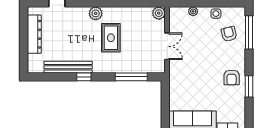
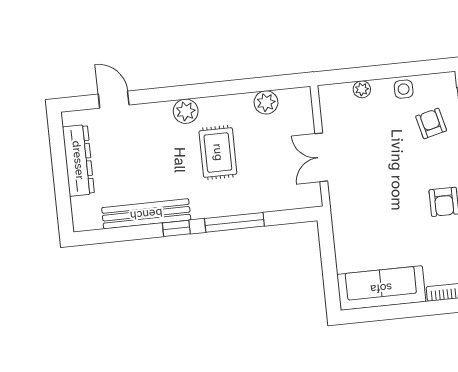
plant: (159, 13) -> (266, 102), moved
double door: (167, 46) -> (321, 157), swing flipped
window: (131, 77) -> (234, 222), moved

